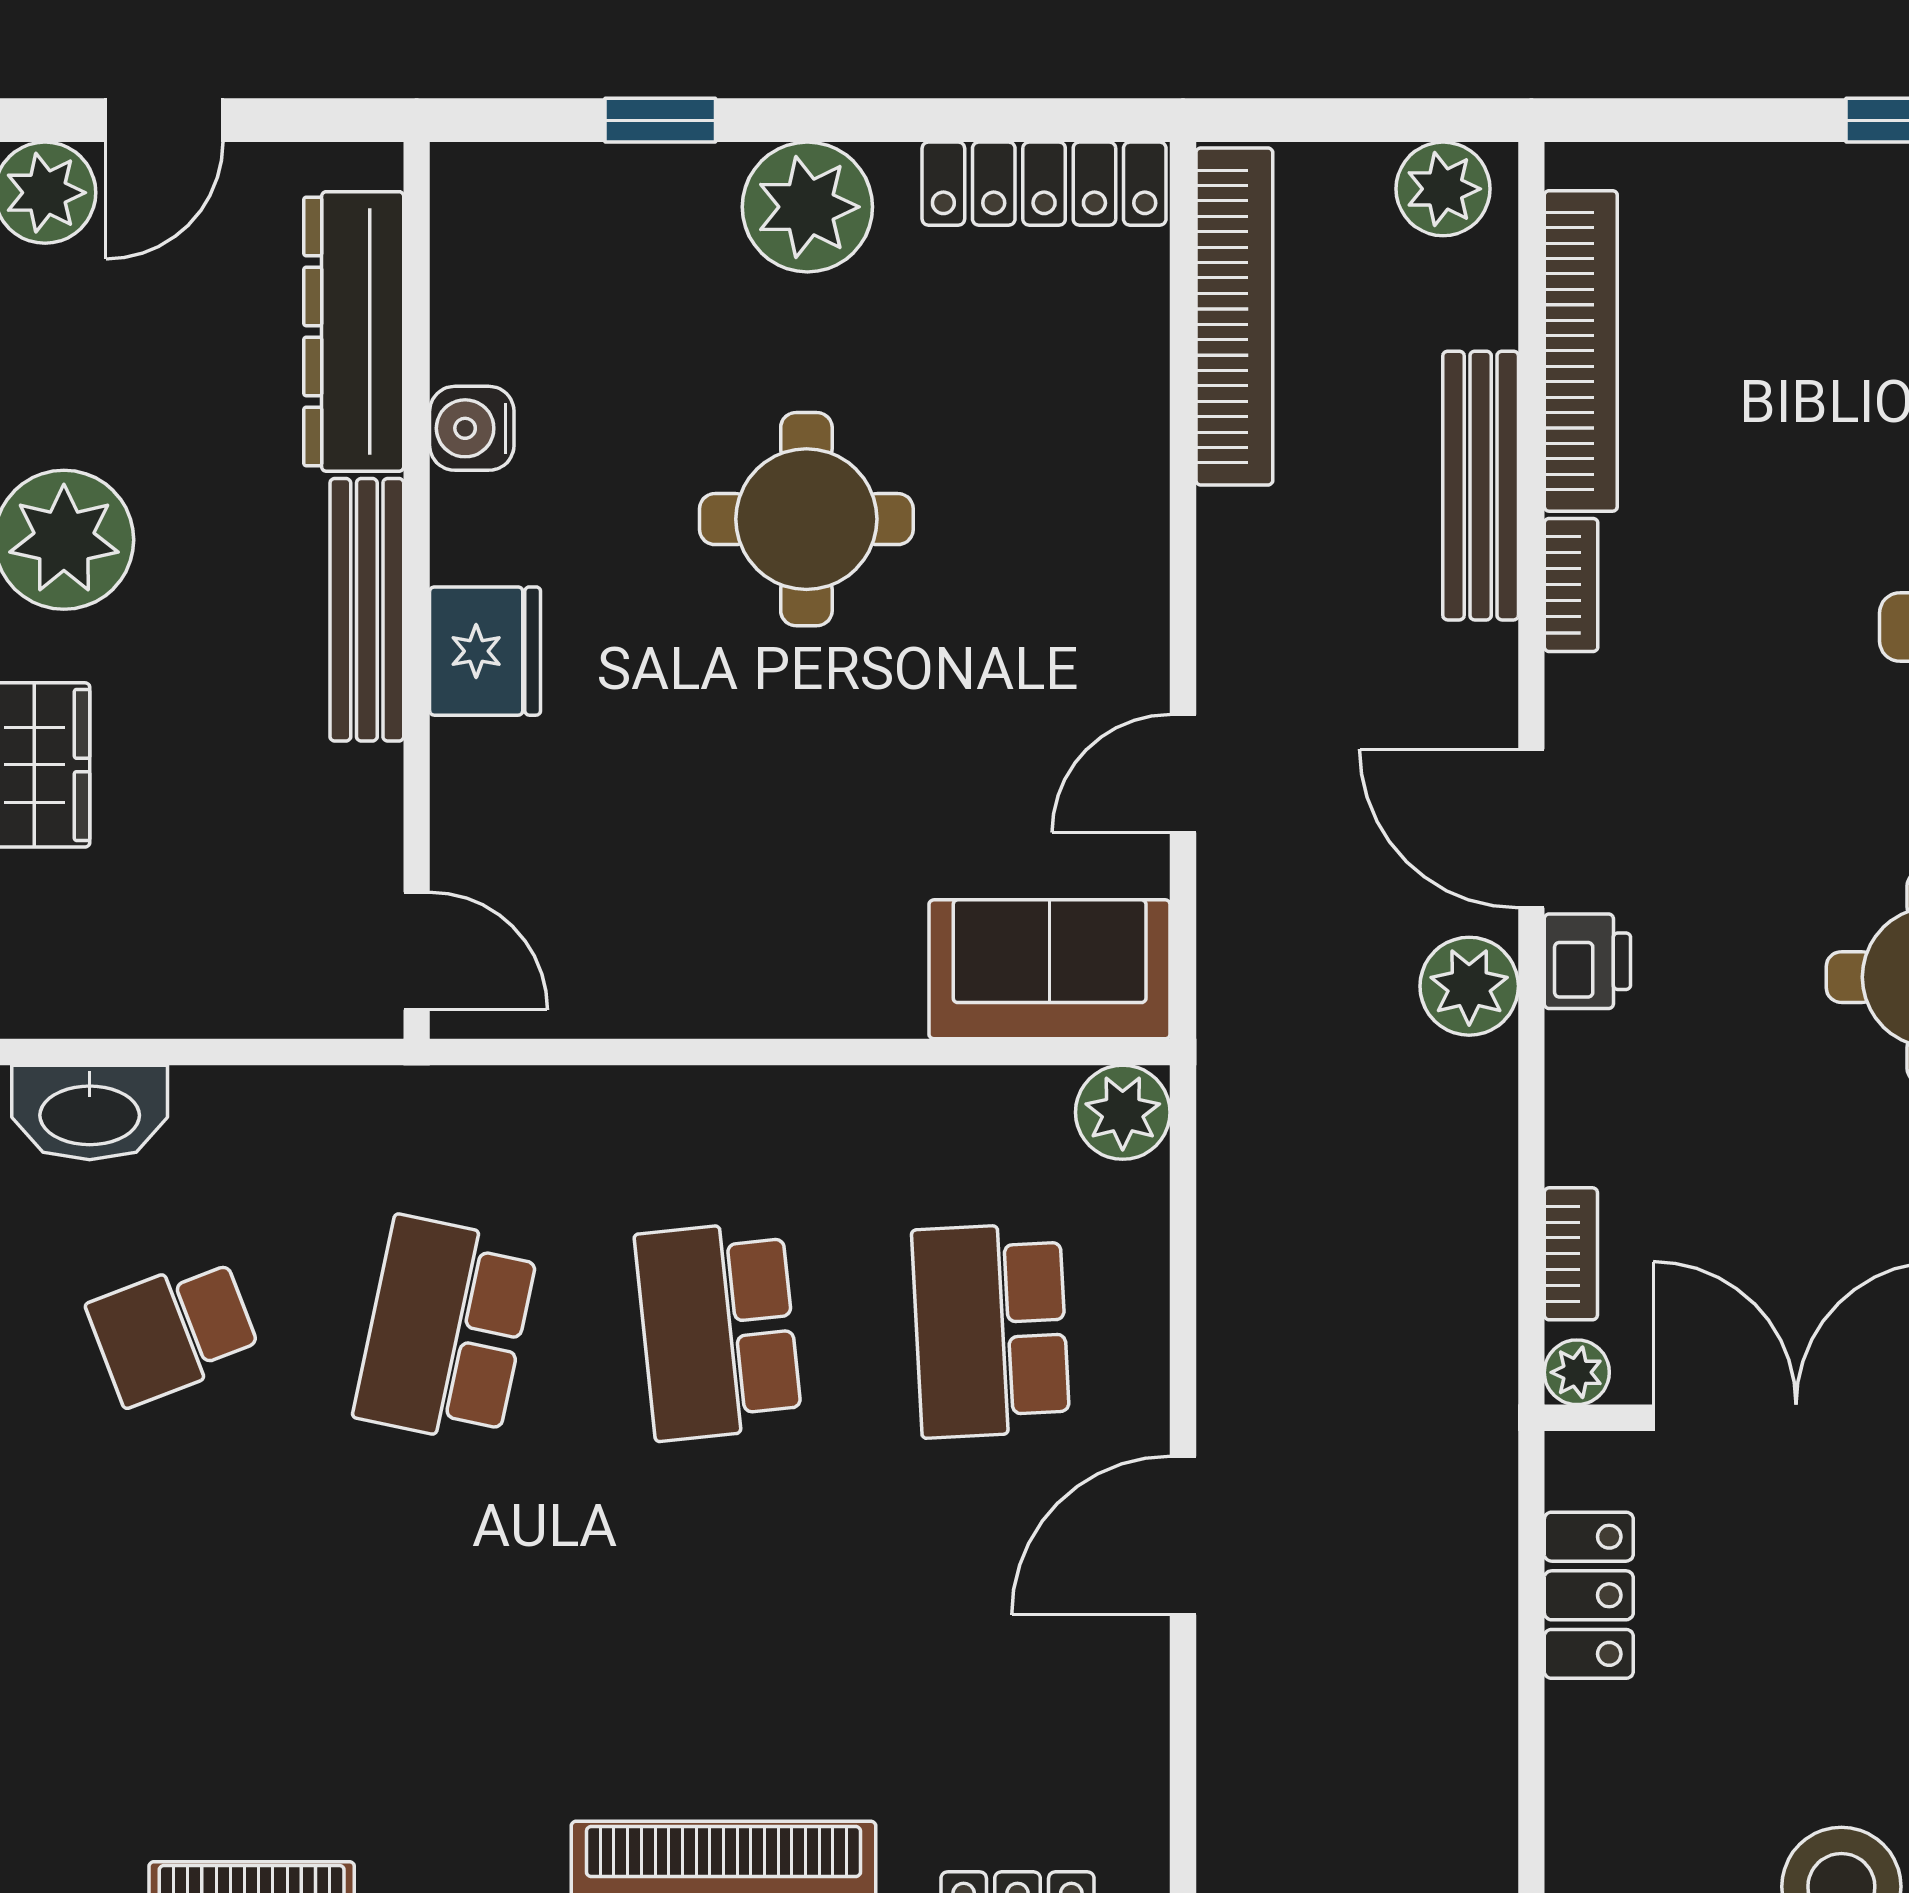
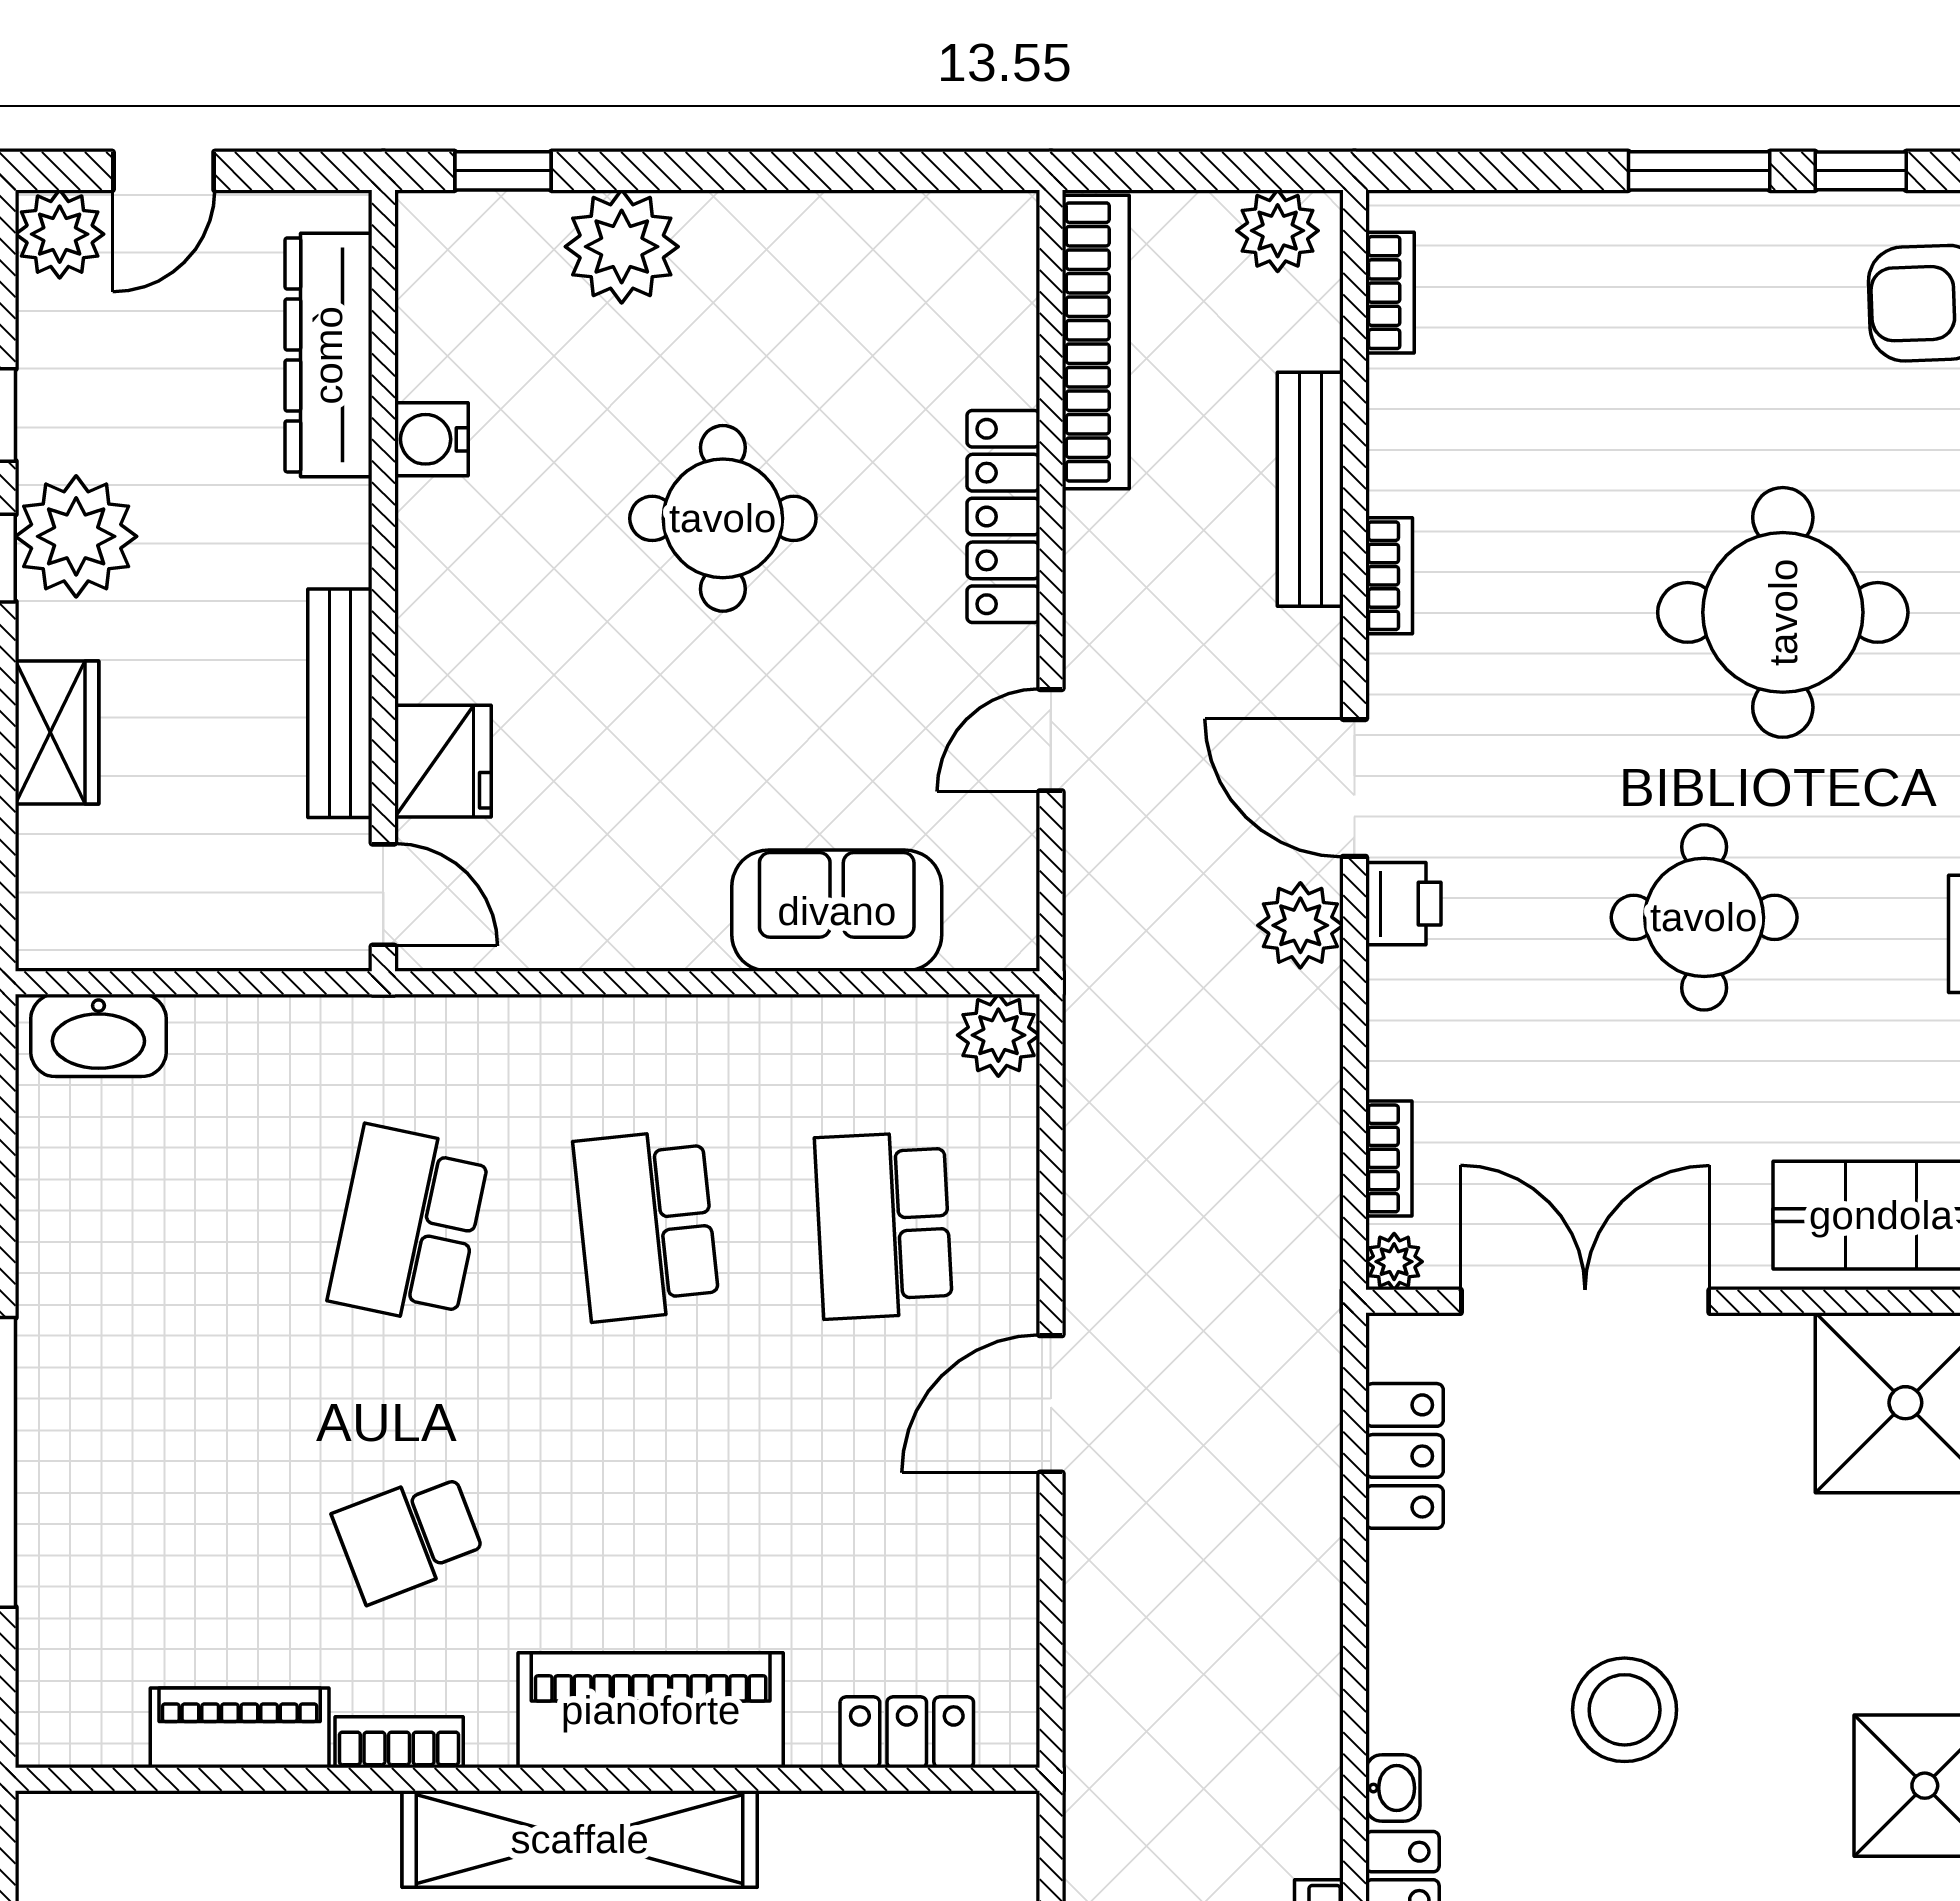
window: (660, 120) -> (503, 171), moved
locker: (1044, 184) -> (1003, 517), moved, turned 90
plant: (807, 207) -> (622, 247), moved
bookcase: (1581, 351) -> (1390, 293), width x0.43, depth x0.76
bench: (367, 610) -> (340, 703), moved
fridge: (485, 651) -> (443, 761), moved
sofa: (1050, 969) -> (837, 911), moved
school desk: (173, 1330) -> (409, 1537), moved

